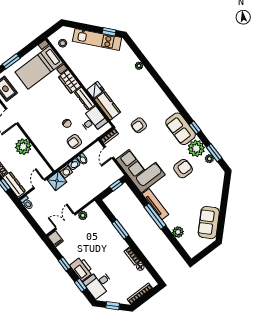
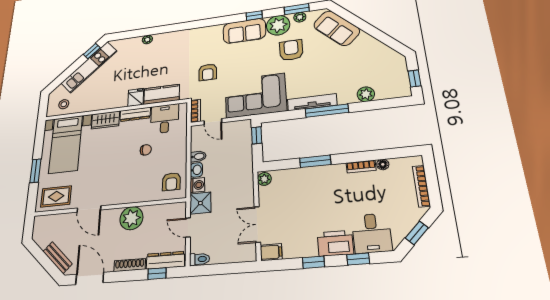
armchair: (74, 142) -> (171, 182), moved
plant: (83, 215) -> (264, 179), moved
sofa: (209, 222) -> (337, 28), moved
window: (203, 253) -> (414, 78), added

